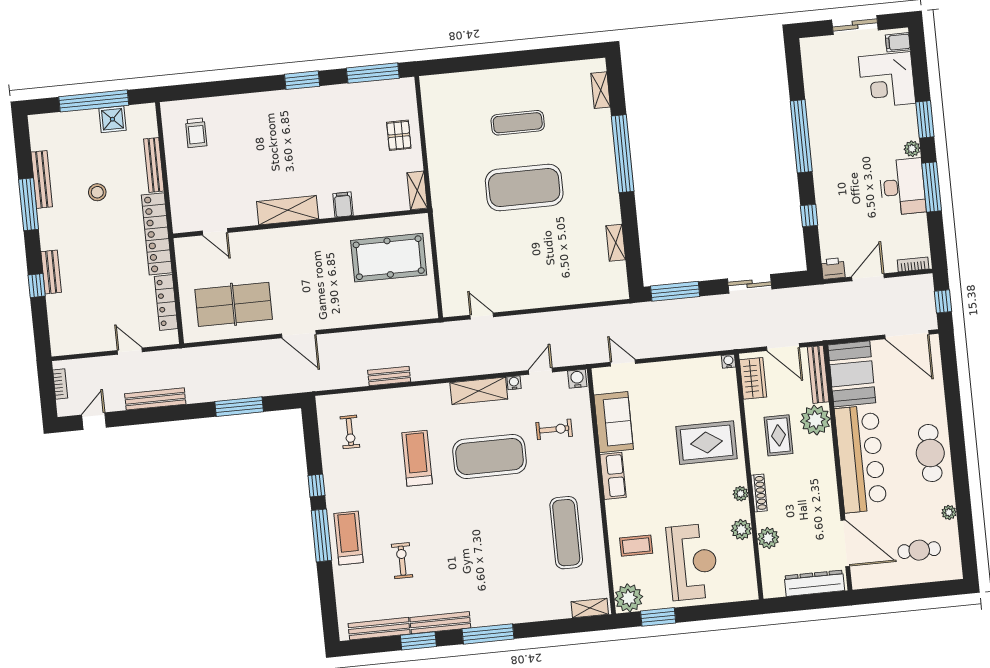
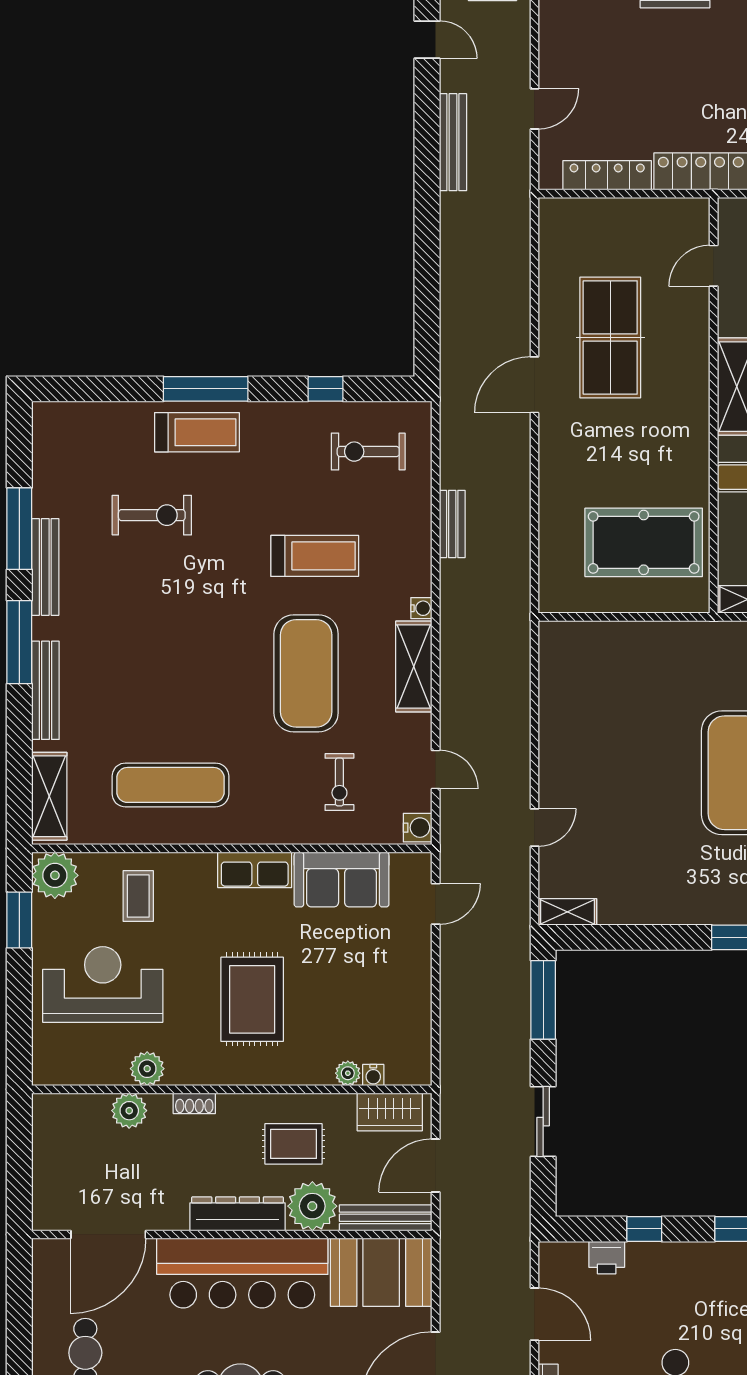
shelving: (616, 243) -> (567, 912), moved
pool table: (389, 258) -> (644, 542), turned 90
printer: (833, 269) -> (607, 1258), moved, turned 90
table tennis table: (234, 304) -> (610, 338), moved
door: (482, 316) -> (534, 827), moved
water cooler: (728, 361) -> (373, 1075), moved, turned 90
water cooler: (514, 383) -> (421, 608), moved
window: (239, 407) -> (427, 277), removed
exercise bike: (350, 432) -> (368, 452), width x1.38, depth x1.39
rug: (707, 443) -> (252, 999), moved
window: (316, 485) -> (326, 389), moved
shoe rack: (759, 493) -> (194, 1103), width x0.70
plant: (741, 494) -> (348, 1073), moved
exercise bike: (402, 561) -> (152, 515), width x1.38, depth x1.39
reception desk: (693, 562) -> (103, 984), turned 180
dresser: (814, 583) -> (238, 1214), moved, turned -90
shelving: (590, 608) -> (49, 796), width x1.50, depth x1.33
bench: (379, 629) -> (45, 690), moved
window: (418, 641) -> (19, 529), width x1.44

